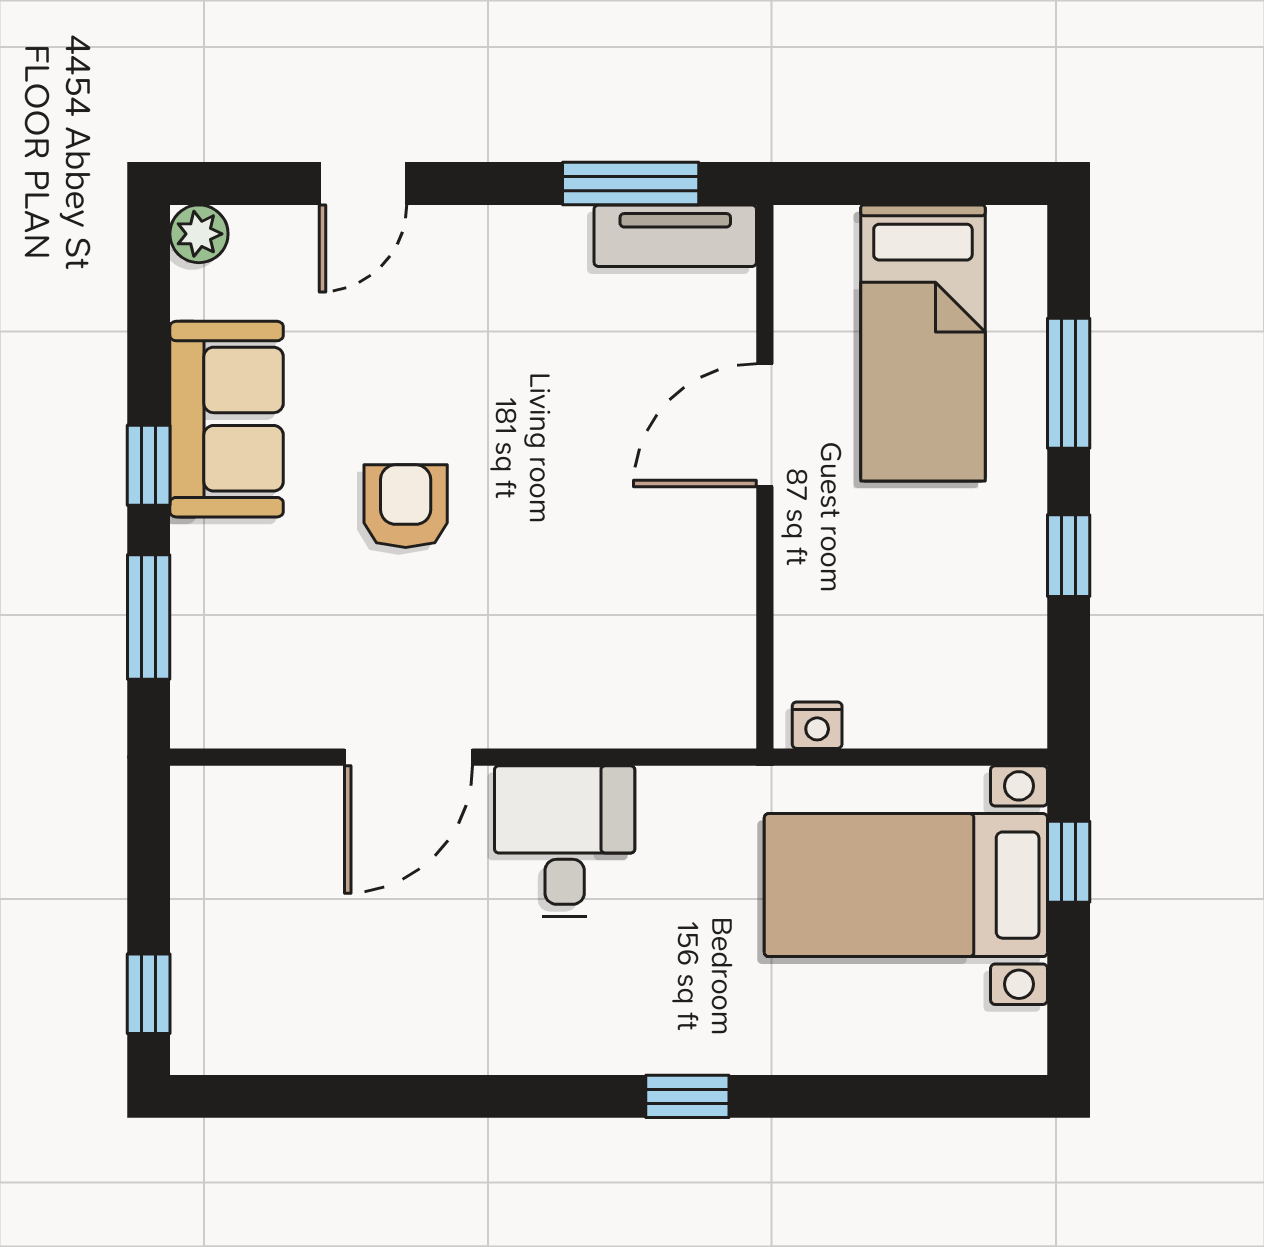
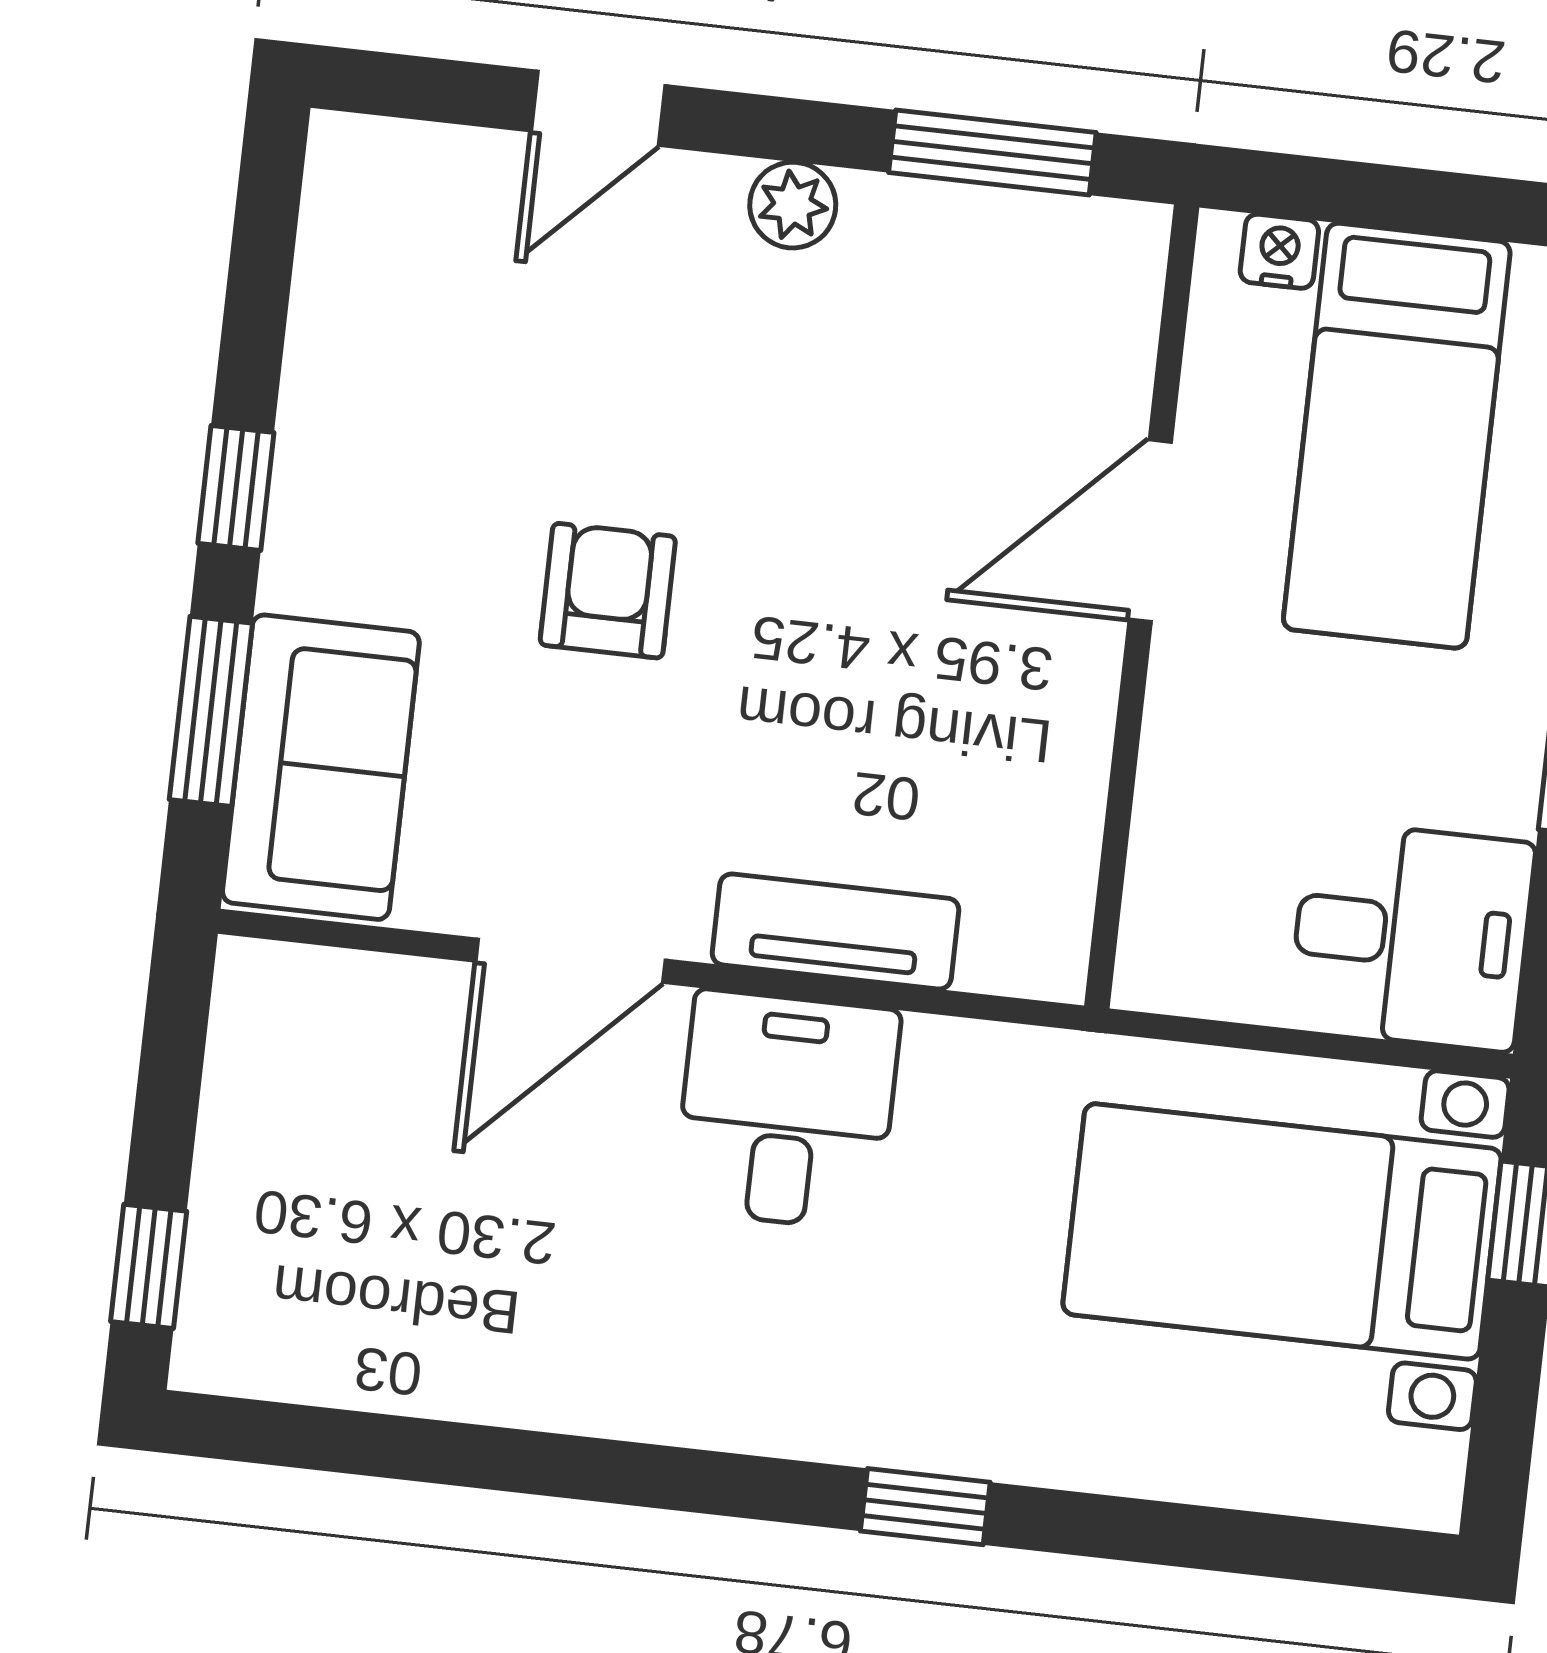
plant: (199, 234) -> (793, 205), moved
tv unit: (675, 236) -> (835, 932), moved, turned 180
sofa: (227, 419) -> (321, 767), moved
desk: (970, 677) -> (1411, 936), added
nightstand: (817, 725) -> (1279, 251), moved, turned 180

